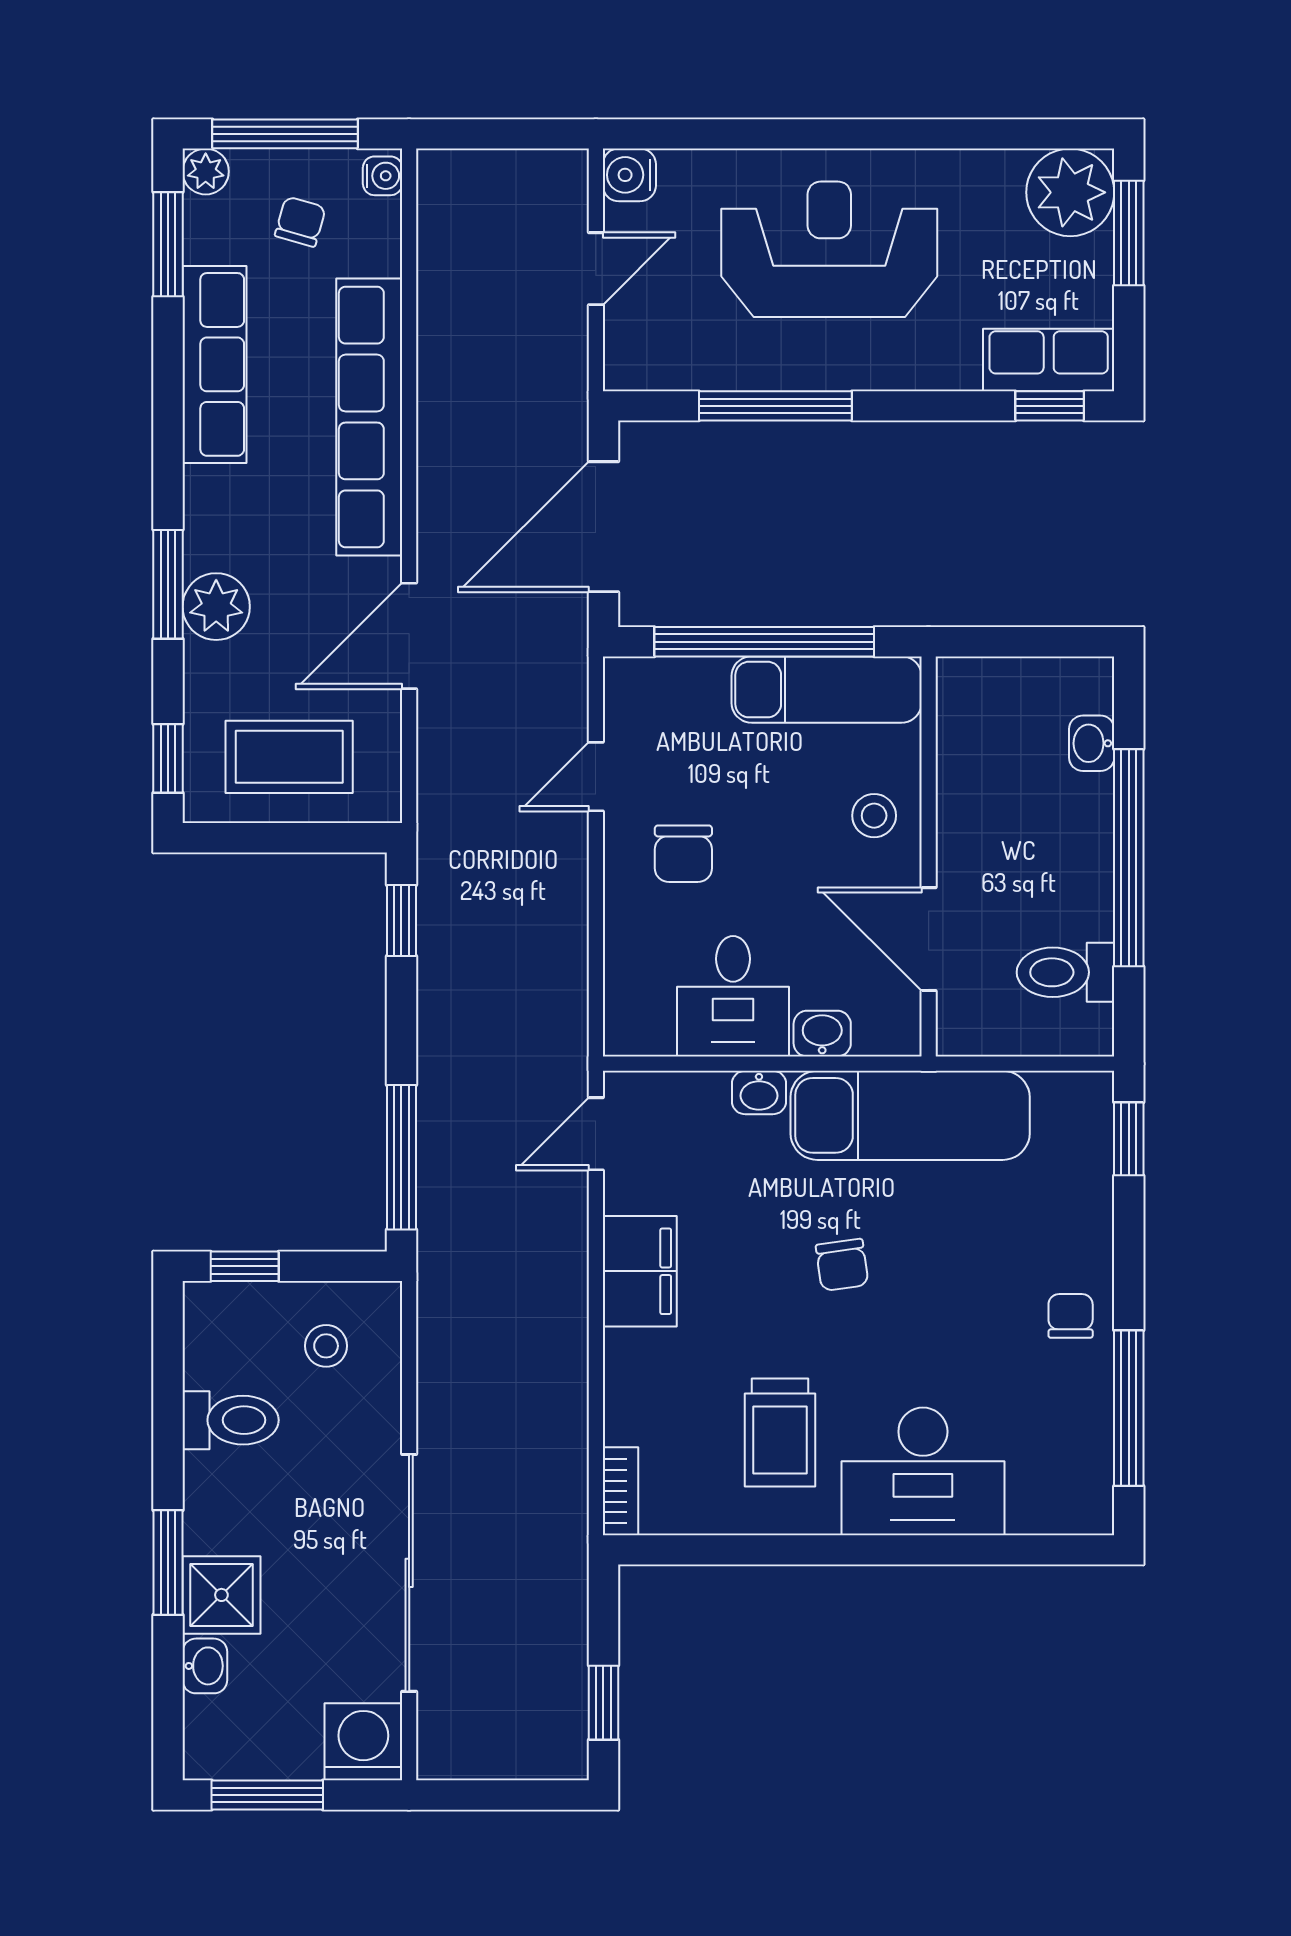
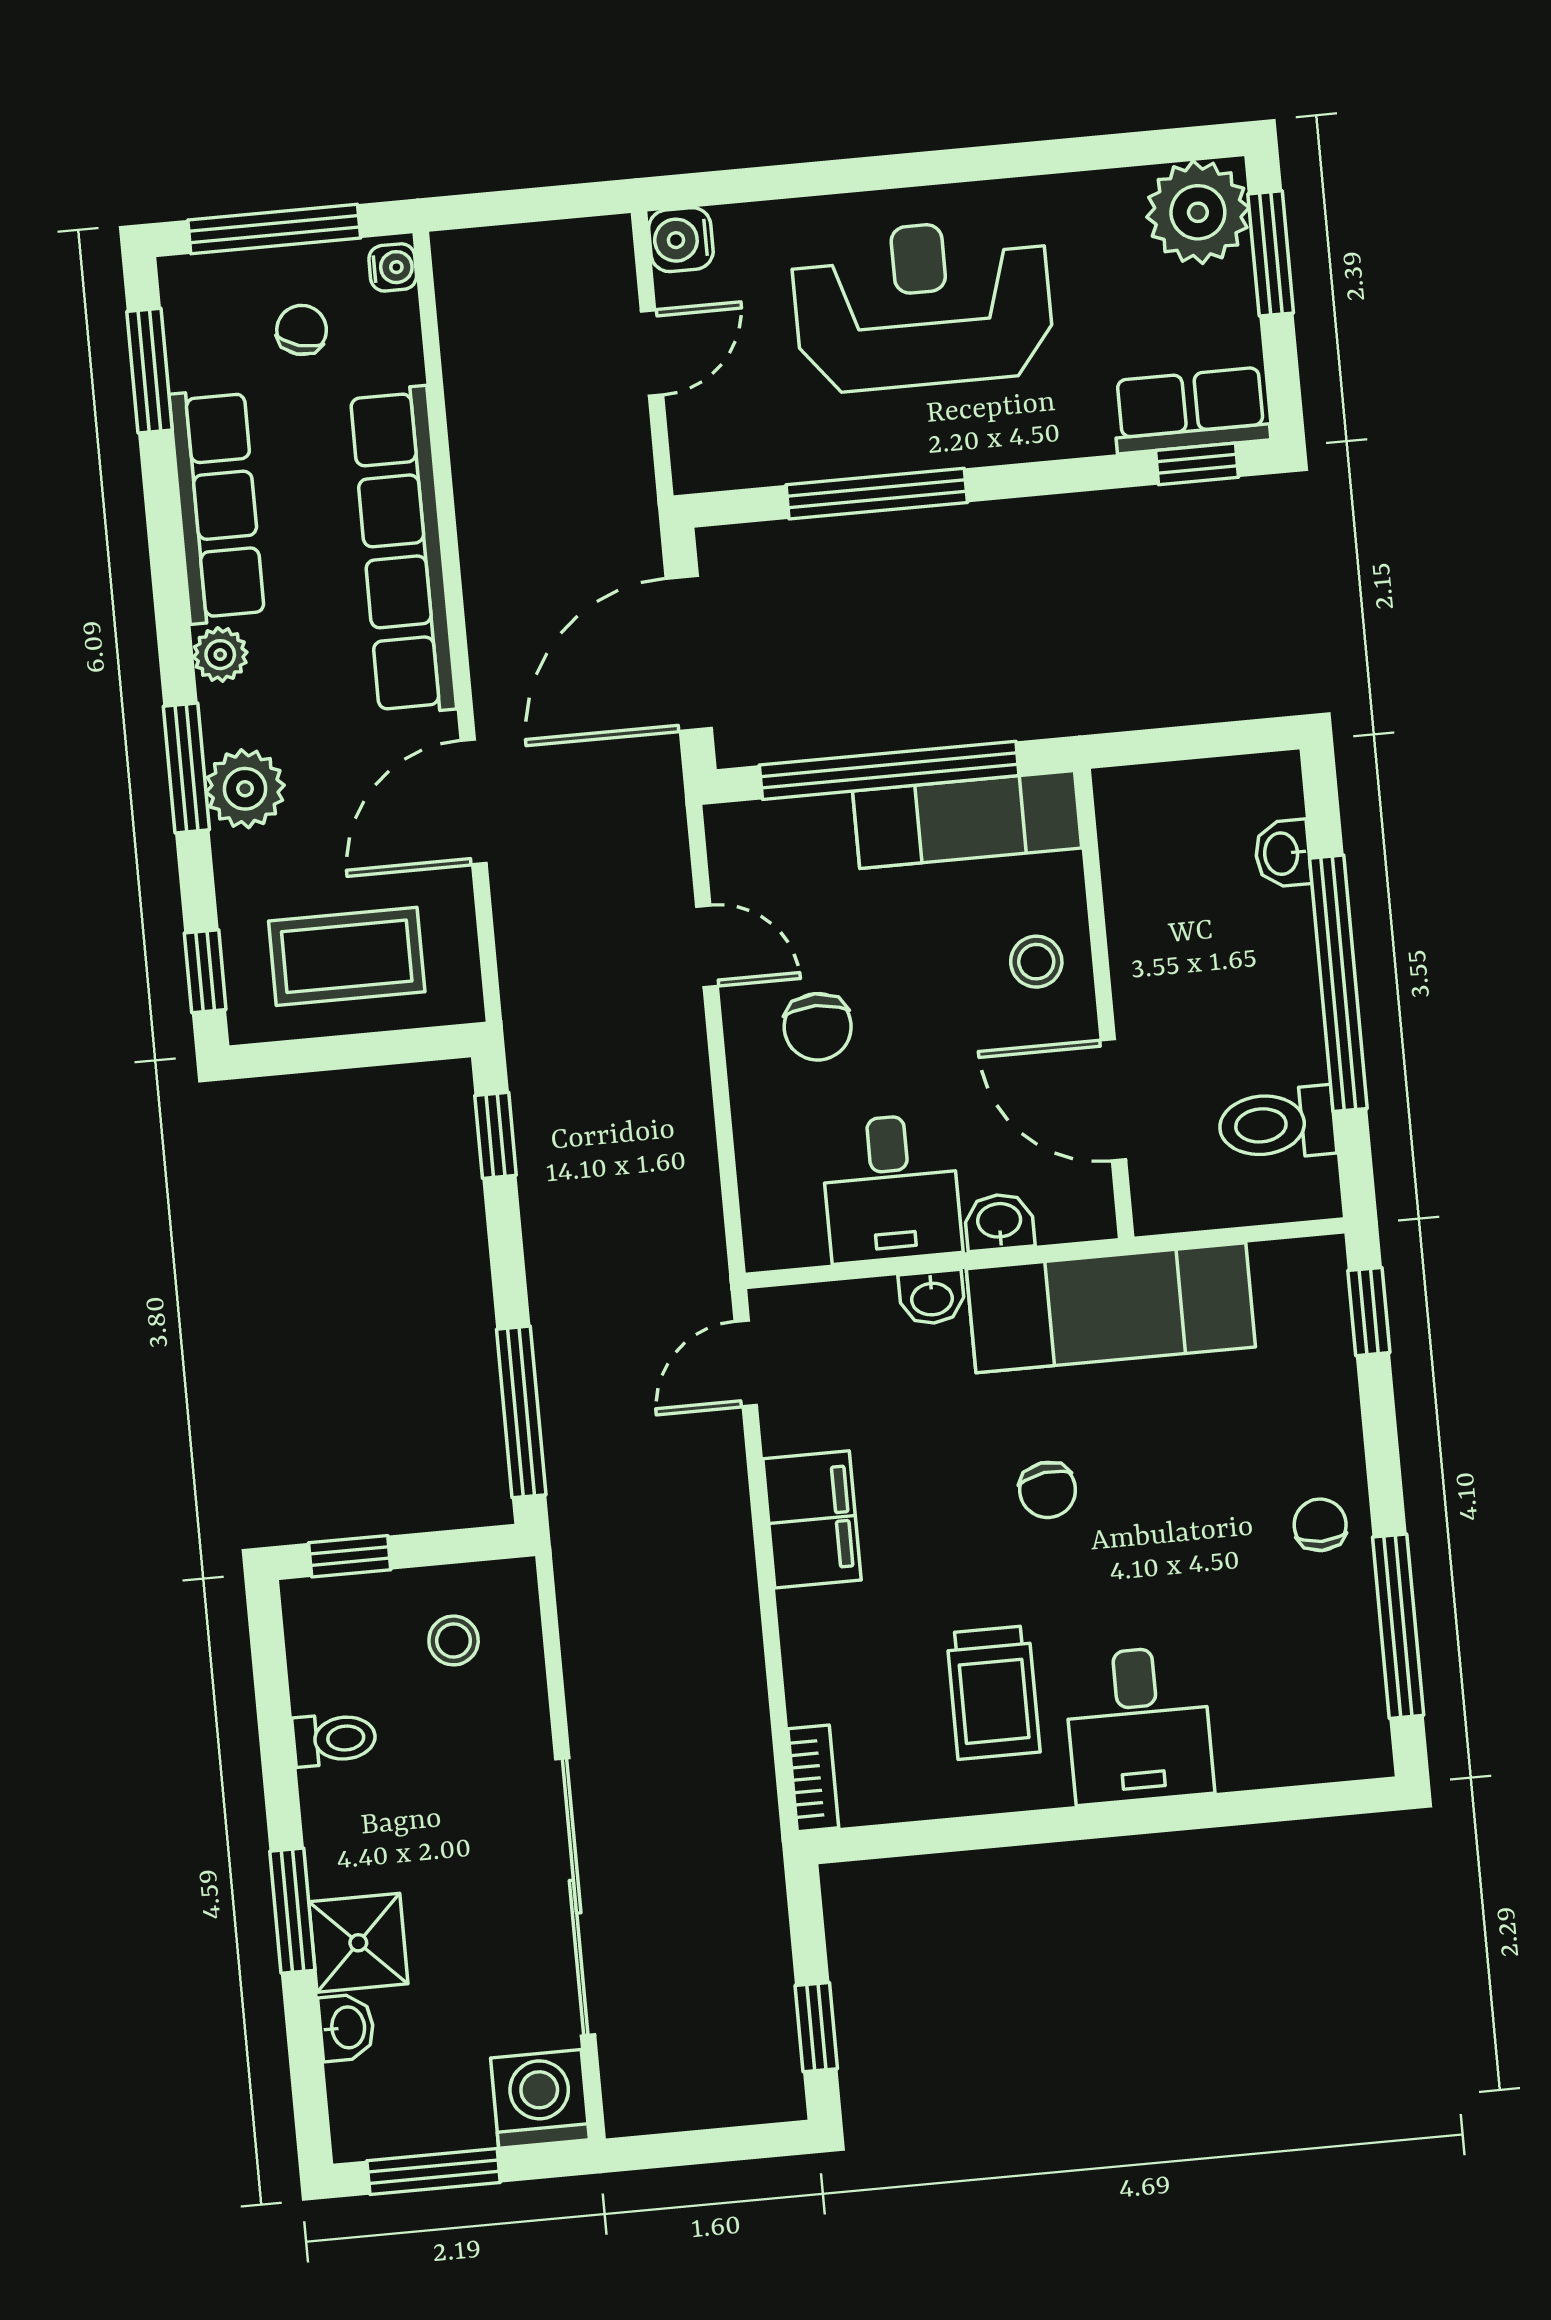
plant: (206, 171) -> (220, 655), moved
door: (596, 777) -> (707, 946), swing flipped
toilet: (231, 1420) -> (334, 1739), width x0.73, depth x0.72
desk: (923, 1471) -> (1139, 1725), width x0.73

